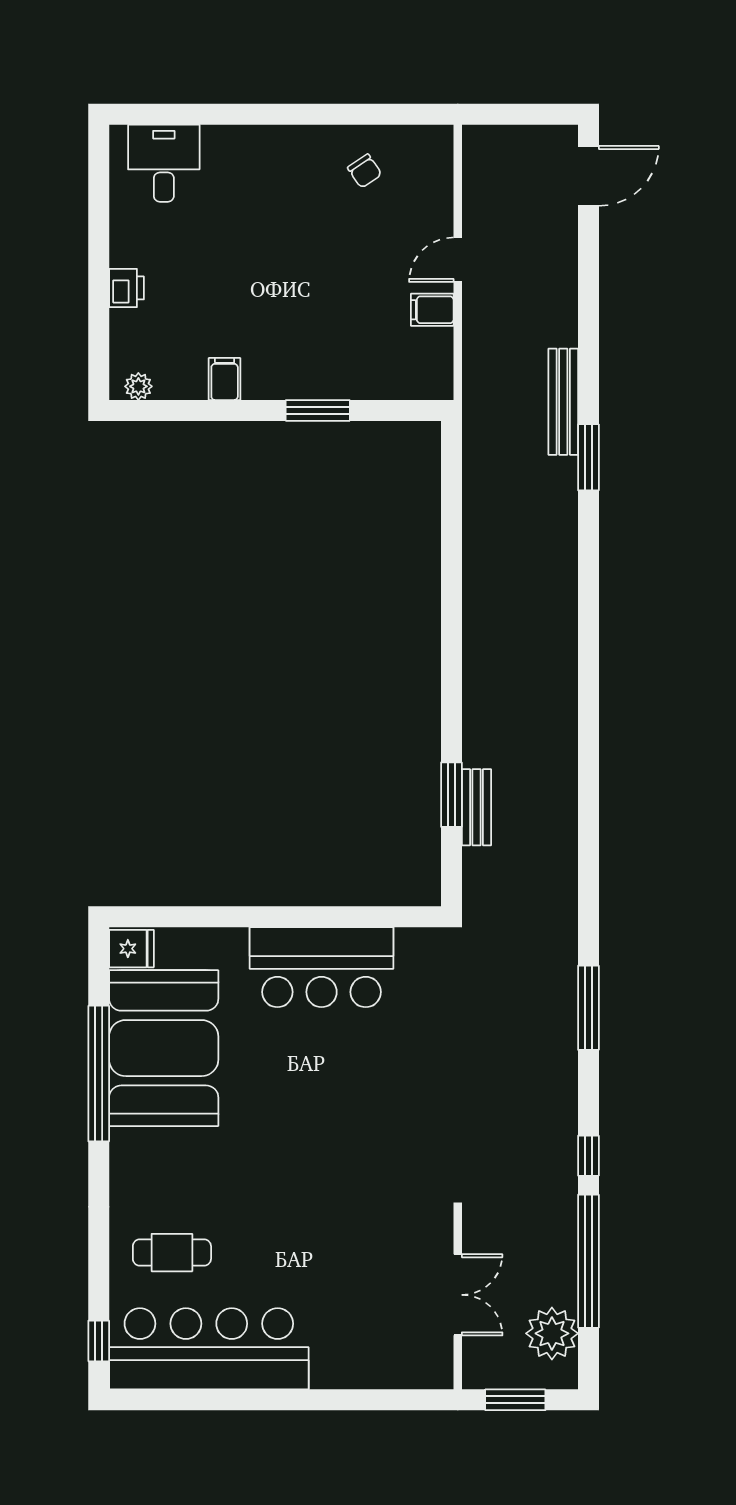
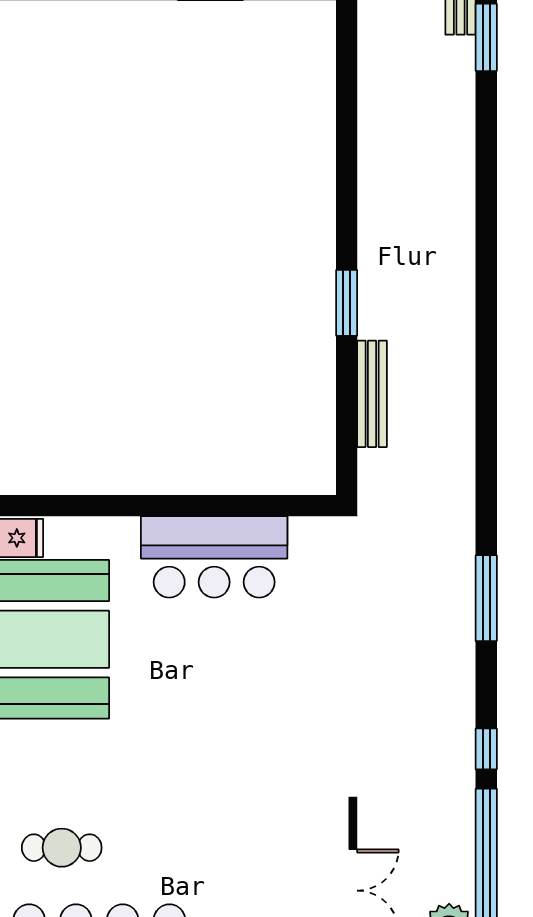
window: (451, 795) -> (347, 303), moved
bench: (476, 807) -> (372, 394), width x1.36

